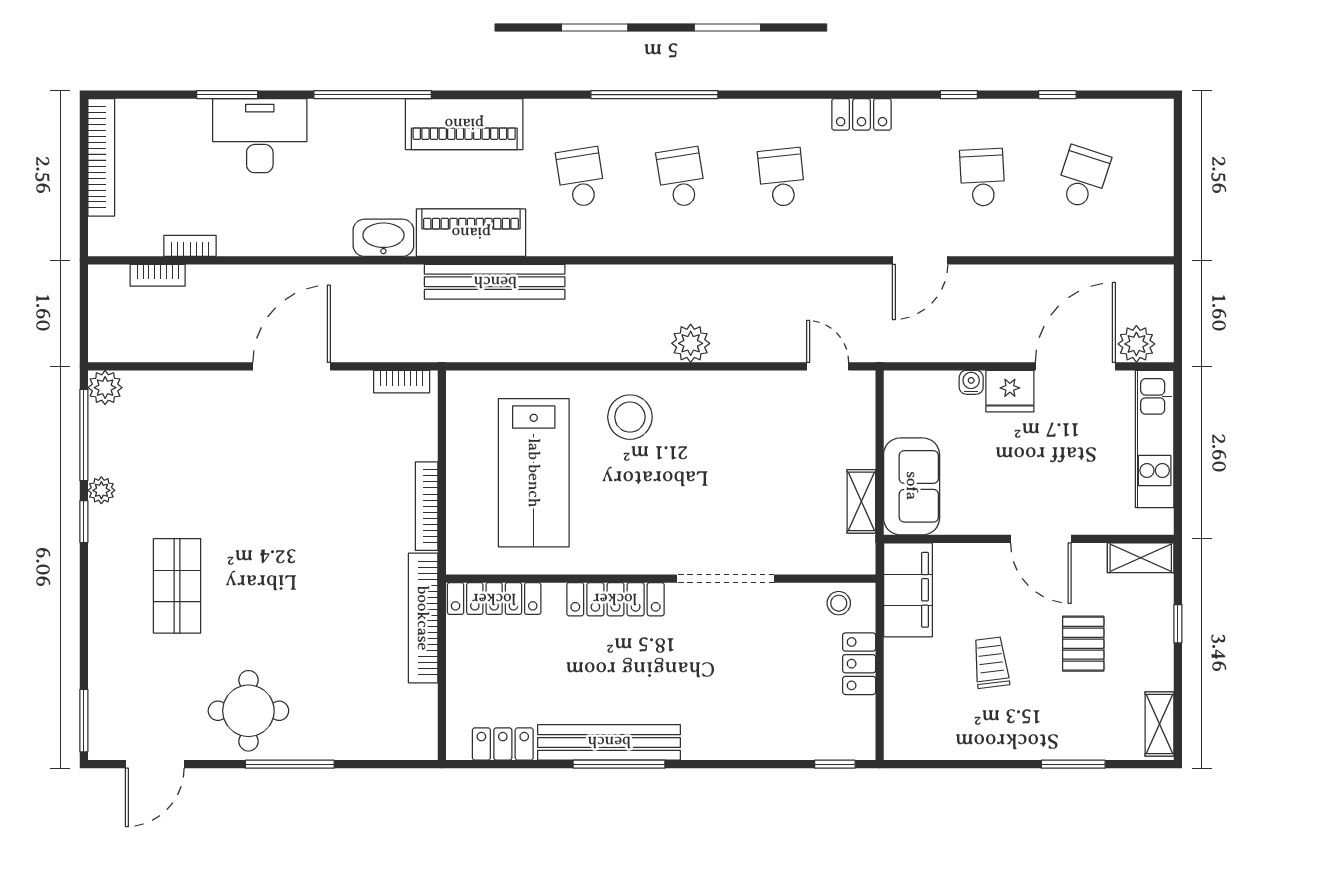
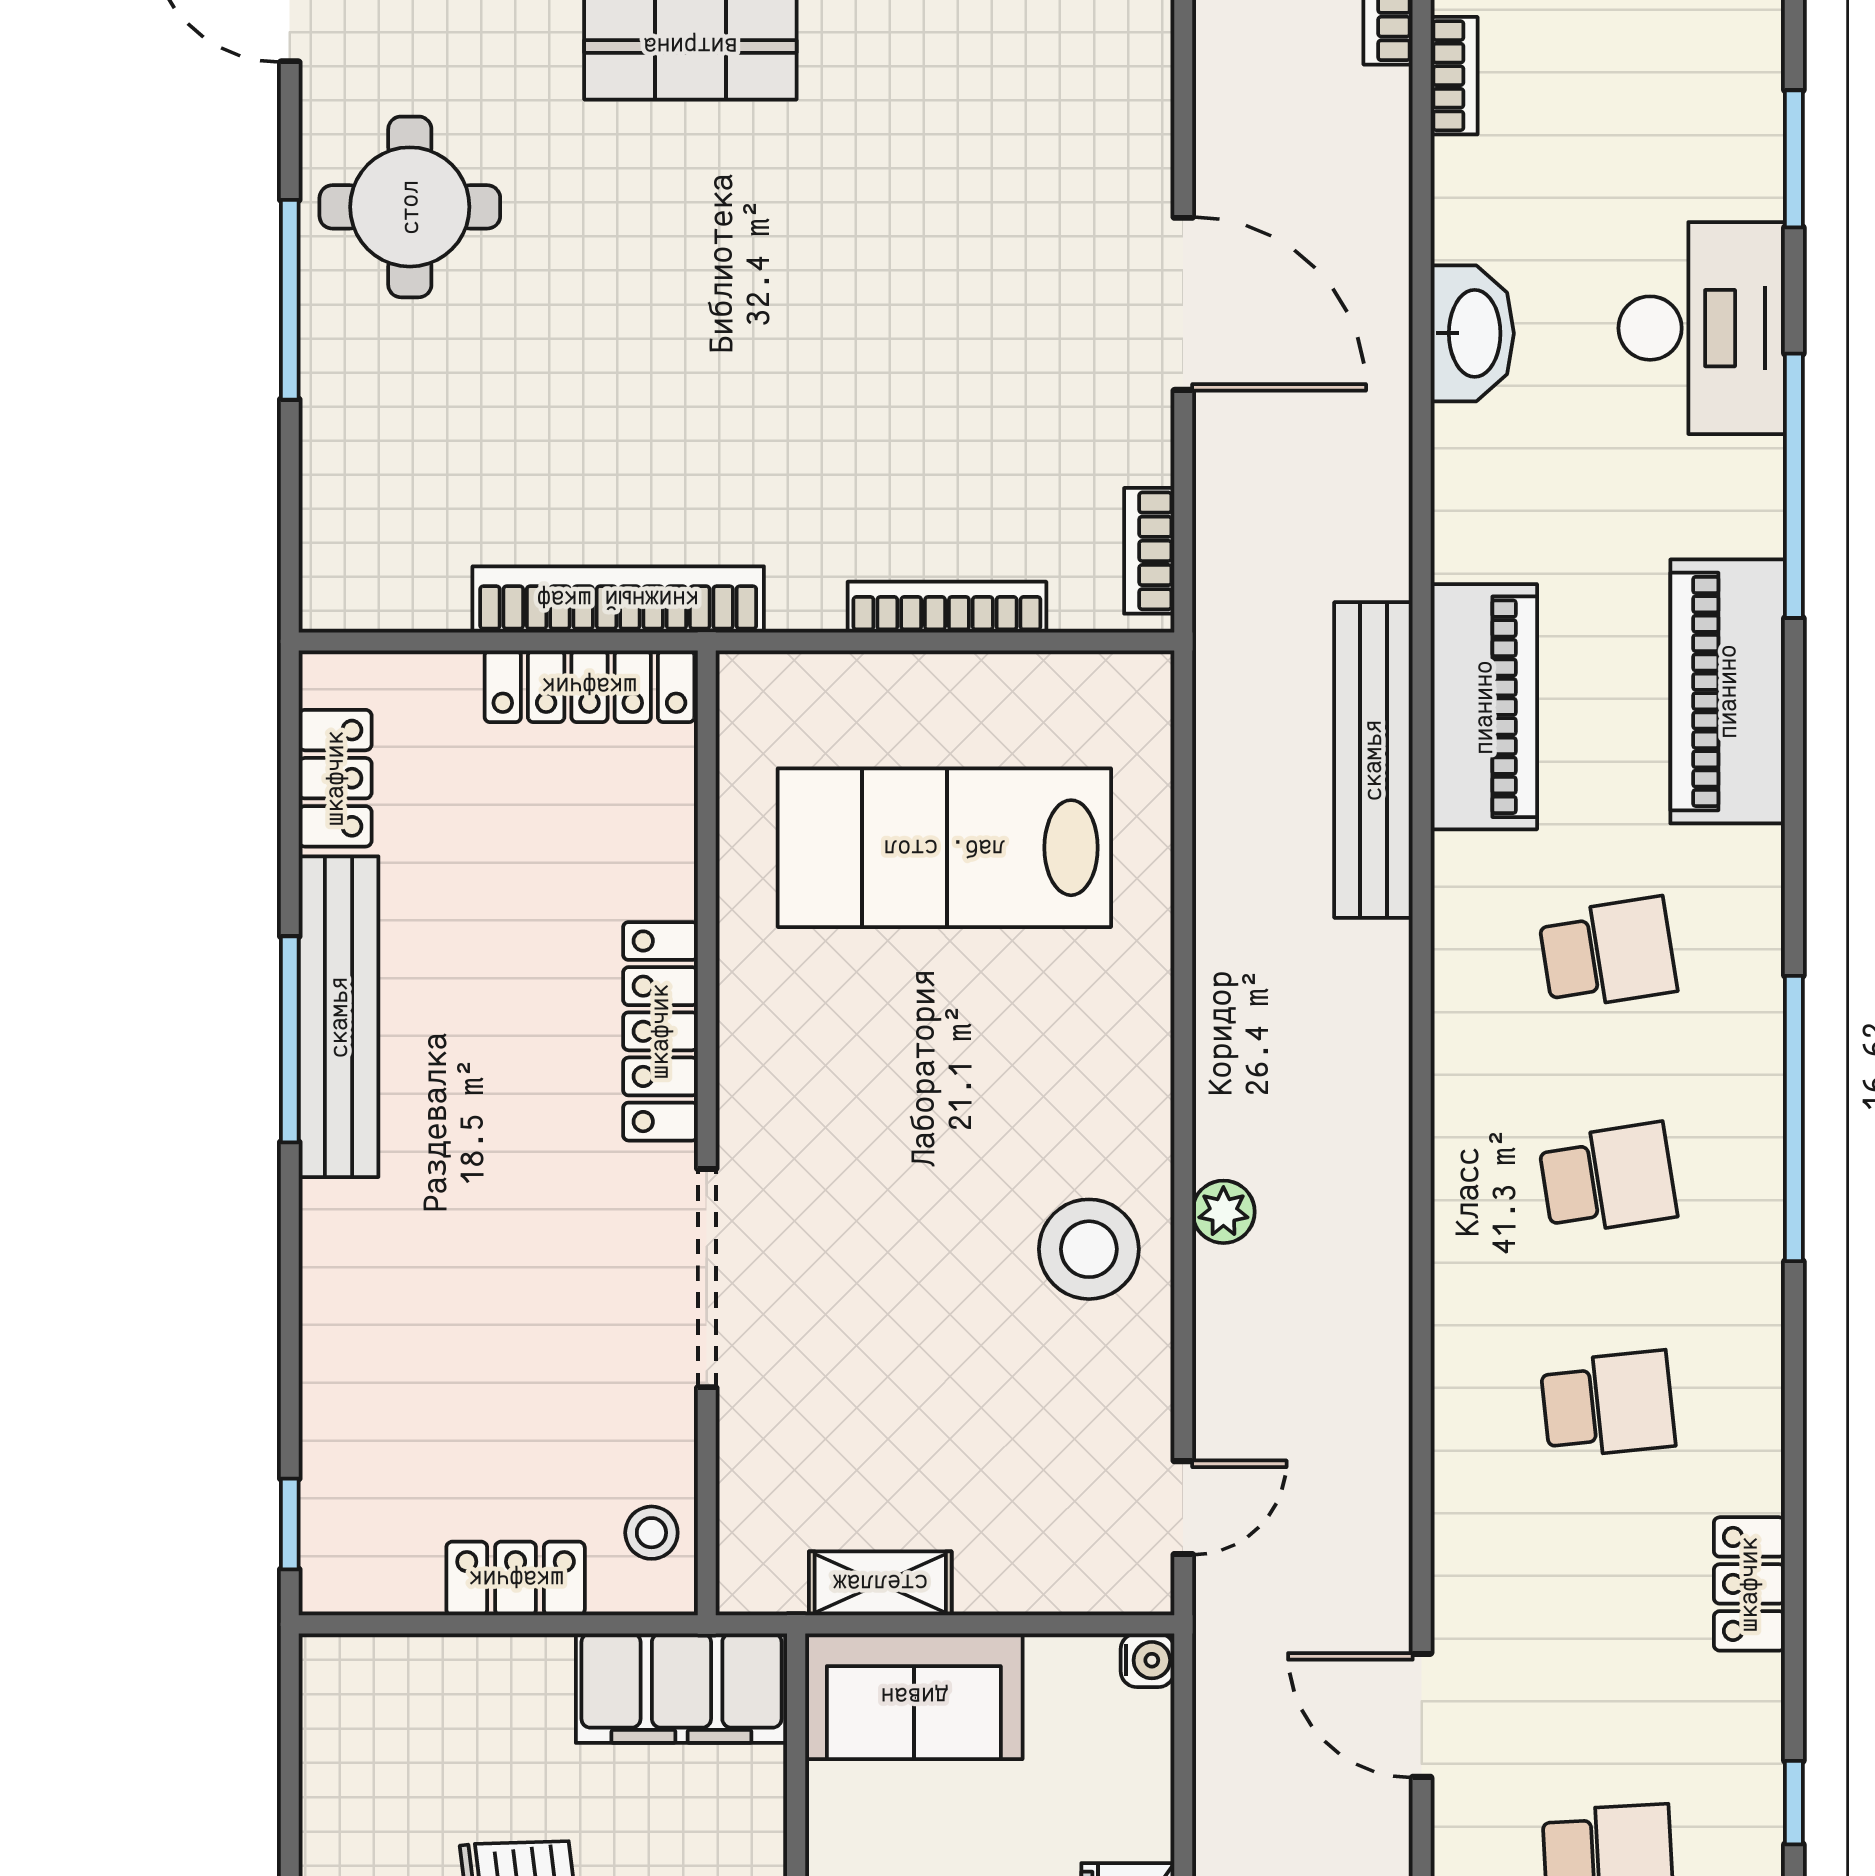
desk: (260, 136) -> (1702, 328), moved
washbasin: (383, 238) -> (1472, 333), moved
plant: (691, 343) -> (1223, 1212), width x0.73, depth x0.73
water cooler: (971, 382) -> (1148, 1660), moved
stool: (630, 417) -> (1089, 1249), moved
bookcase: (427, 506) -> (947, 607), moved
locker: (494, 599) -> (589, 686), moved, turned -90

